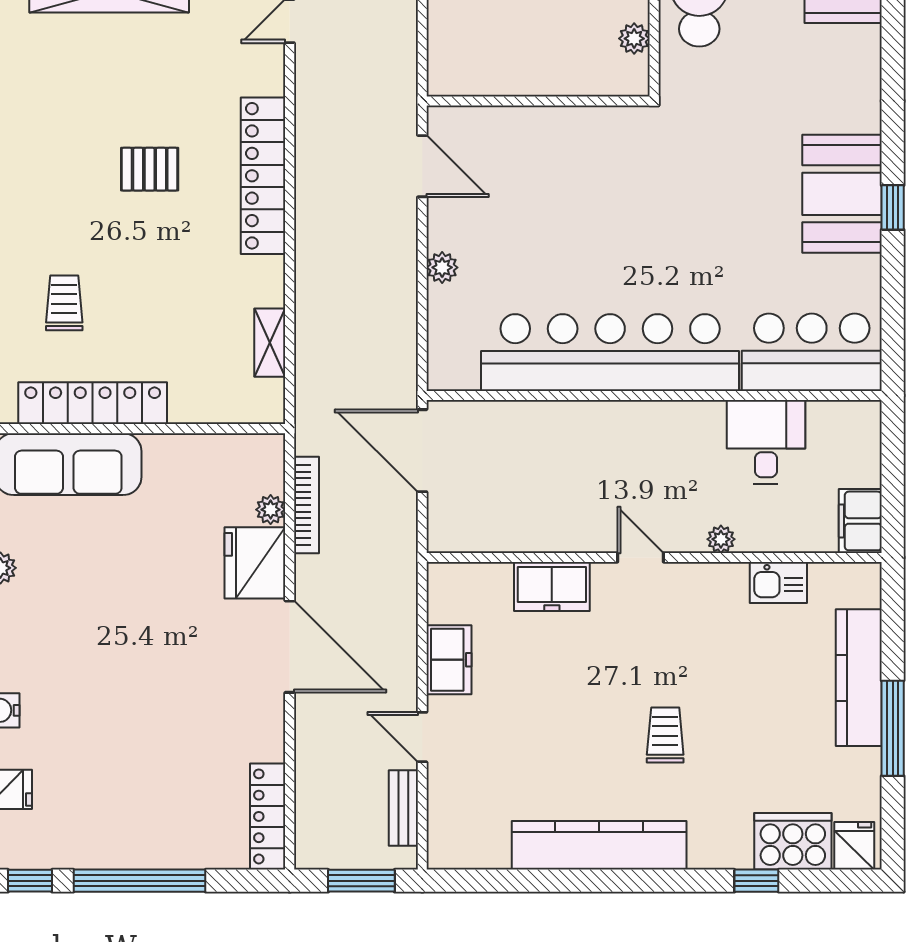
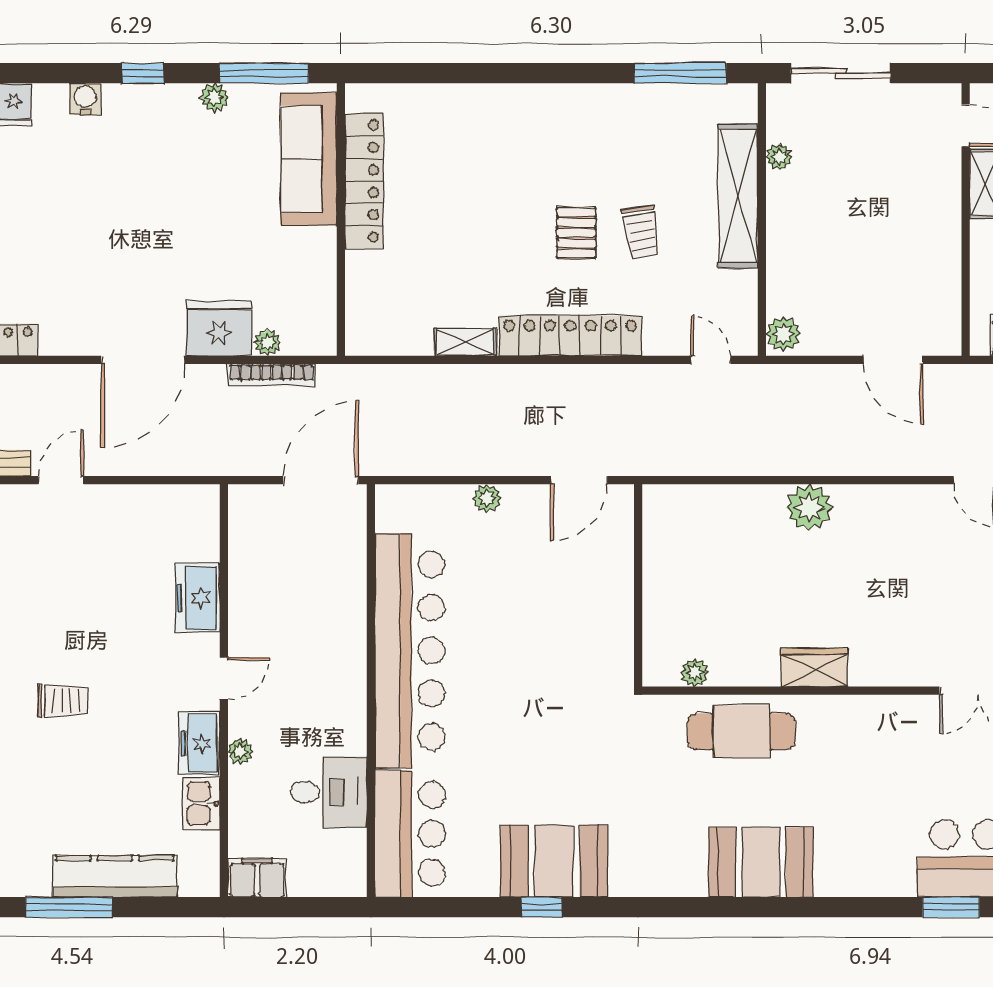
trolley: (64, 303) -> (641, 232), moved, turned 81
shelving: (270, 343) -> (465, 342), moved
freezer: (449, 660) -> (200, 743), moved, turned 90

